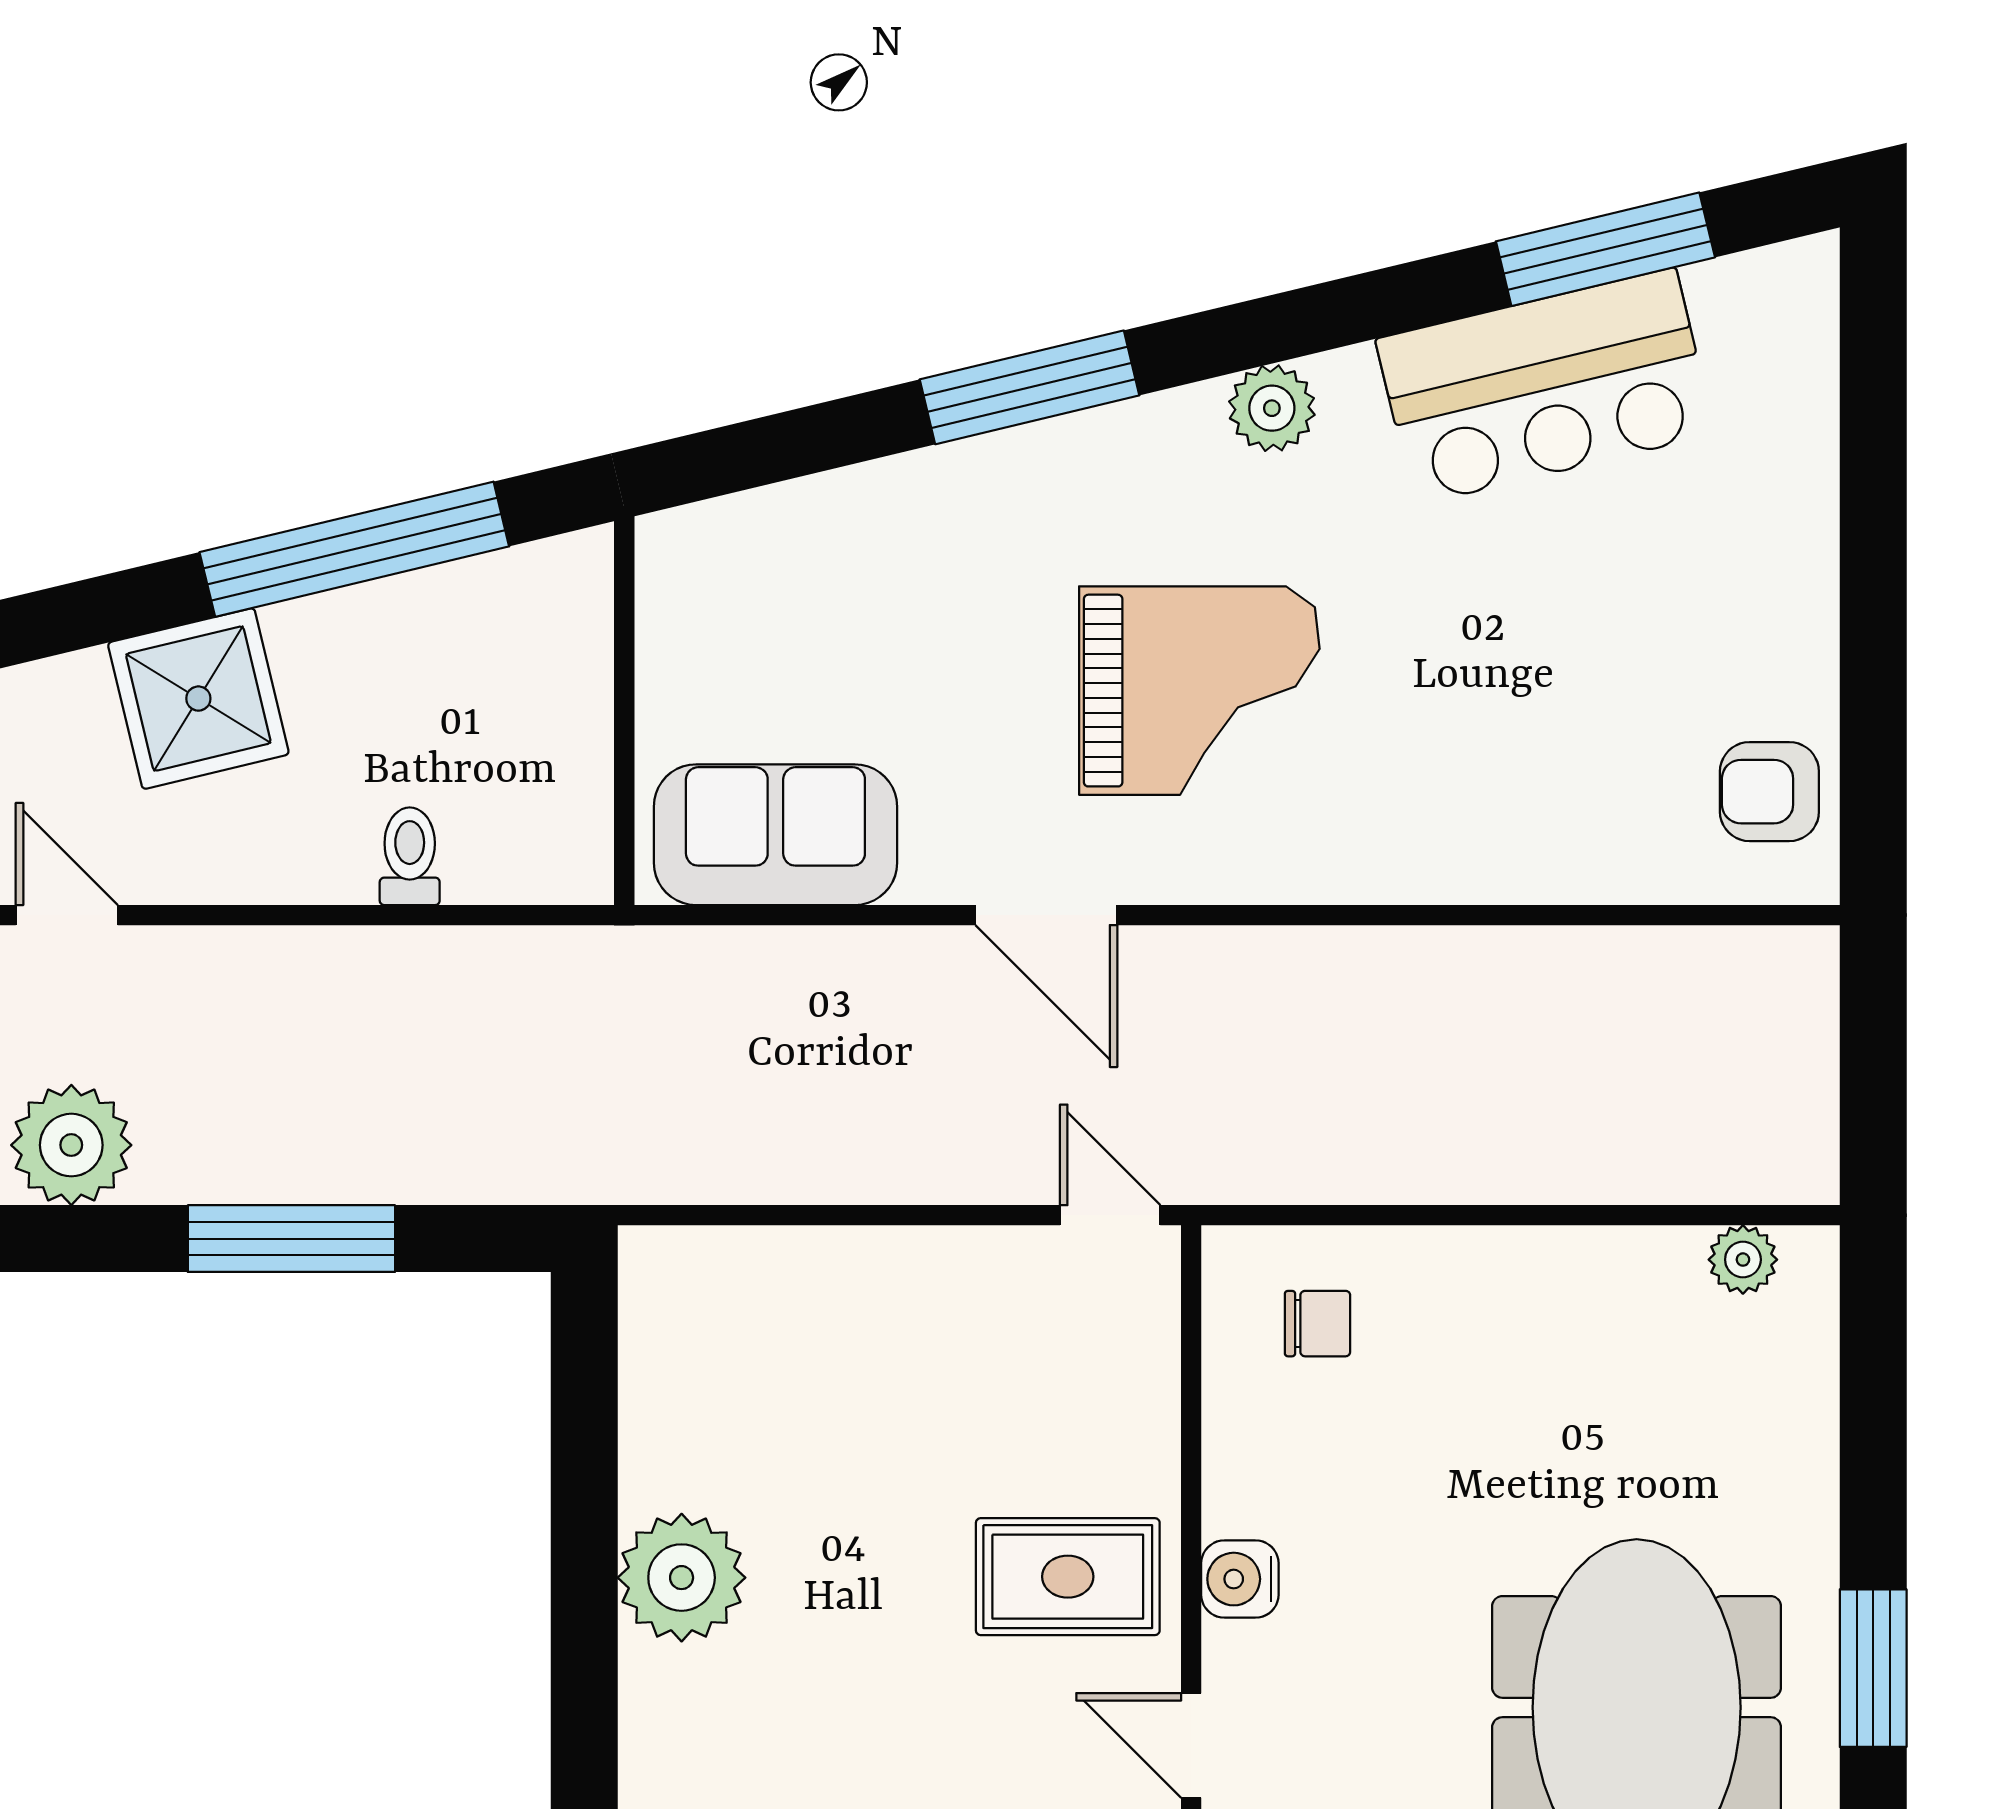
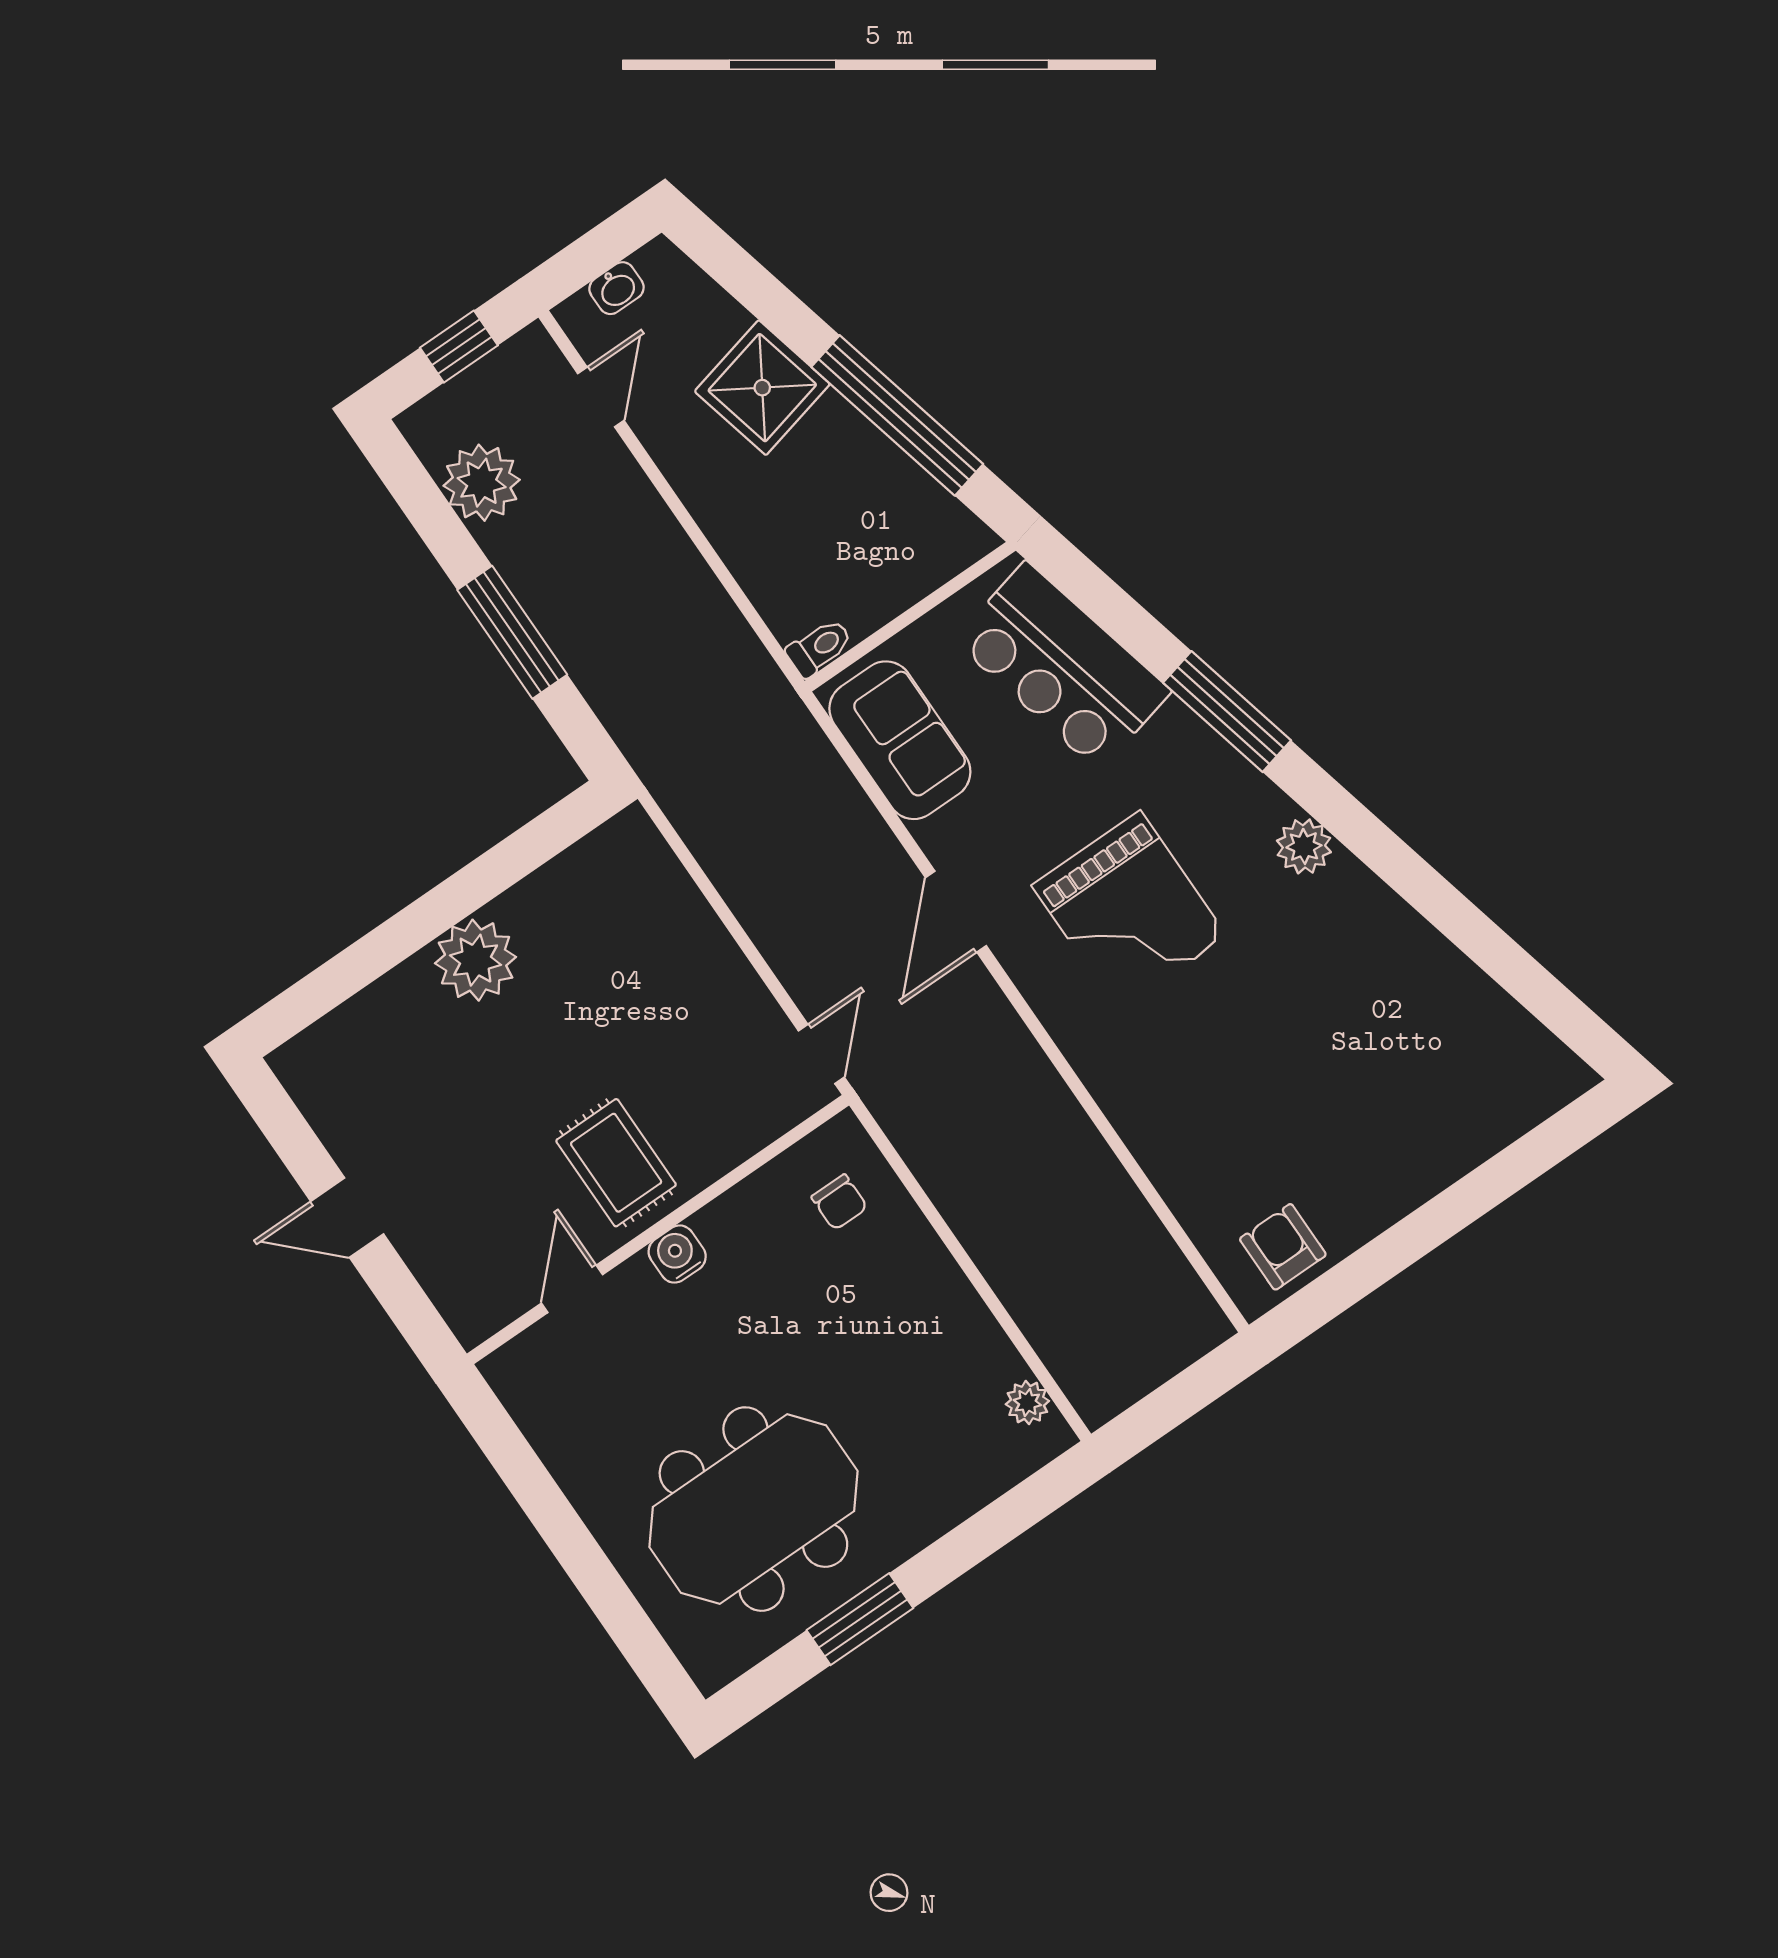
window: (1605, 249) -> (1508, 964), removed
bar counter: (1545, 386) -> (1062, 666), moved
toilet: (410, 856) -> (819, 648), moved

